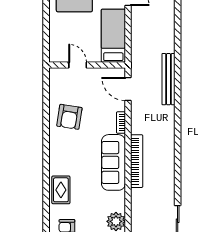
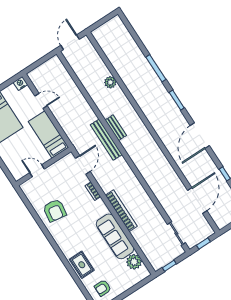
bench: (186, 73) -> (116, 128), added
door: (128, 89) -> (83, 165), swing flipped
sofa: (113, 162) -> (115, 236), moved

